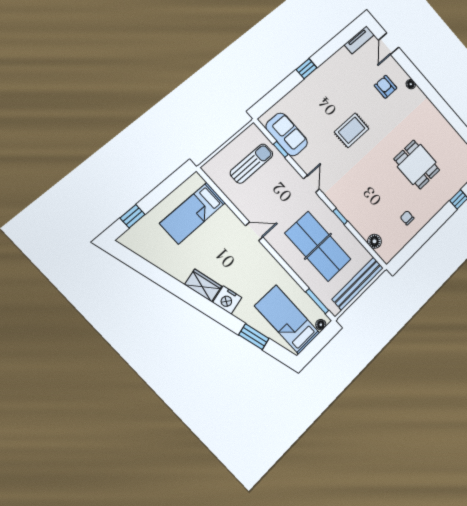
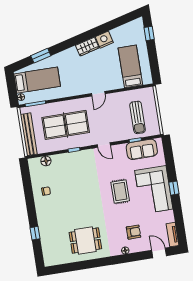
corner sofa: (324, 91) -> (154, 190), added
dining table: (417, 164) -> (85, 241), moved
nightstand: (227, 300) -> (104, 40), moved

